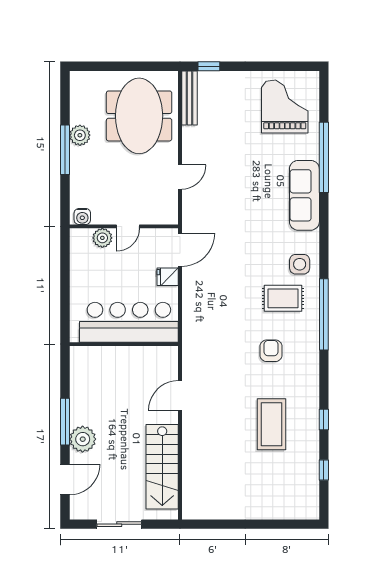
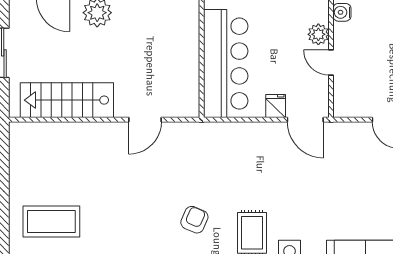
armchair: (271, 351) -> (194, 220), turned -67
door: (180, 396) -> (145, 120), swing flipped
coffee table: (271, 424) -> (51, 221), moved

